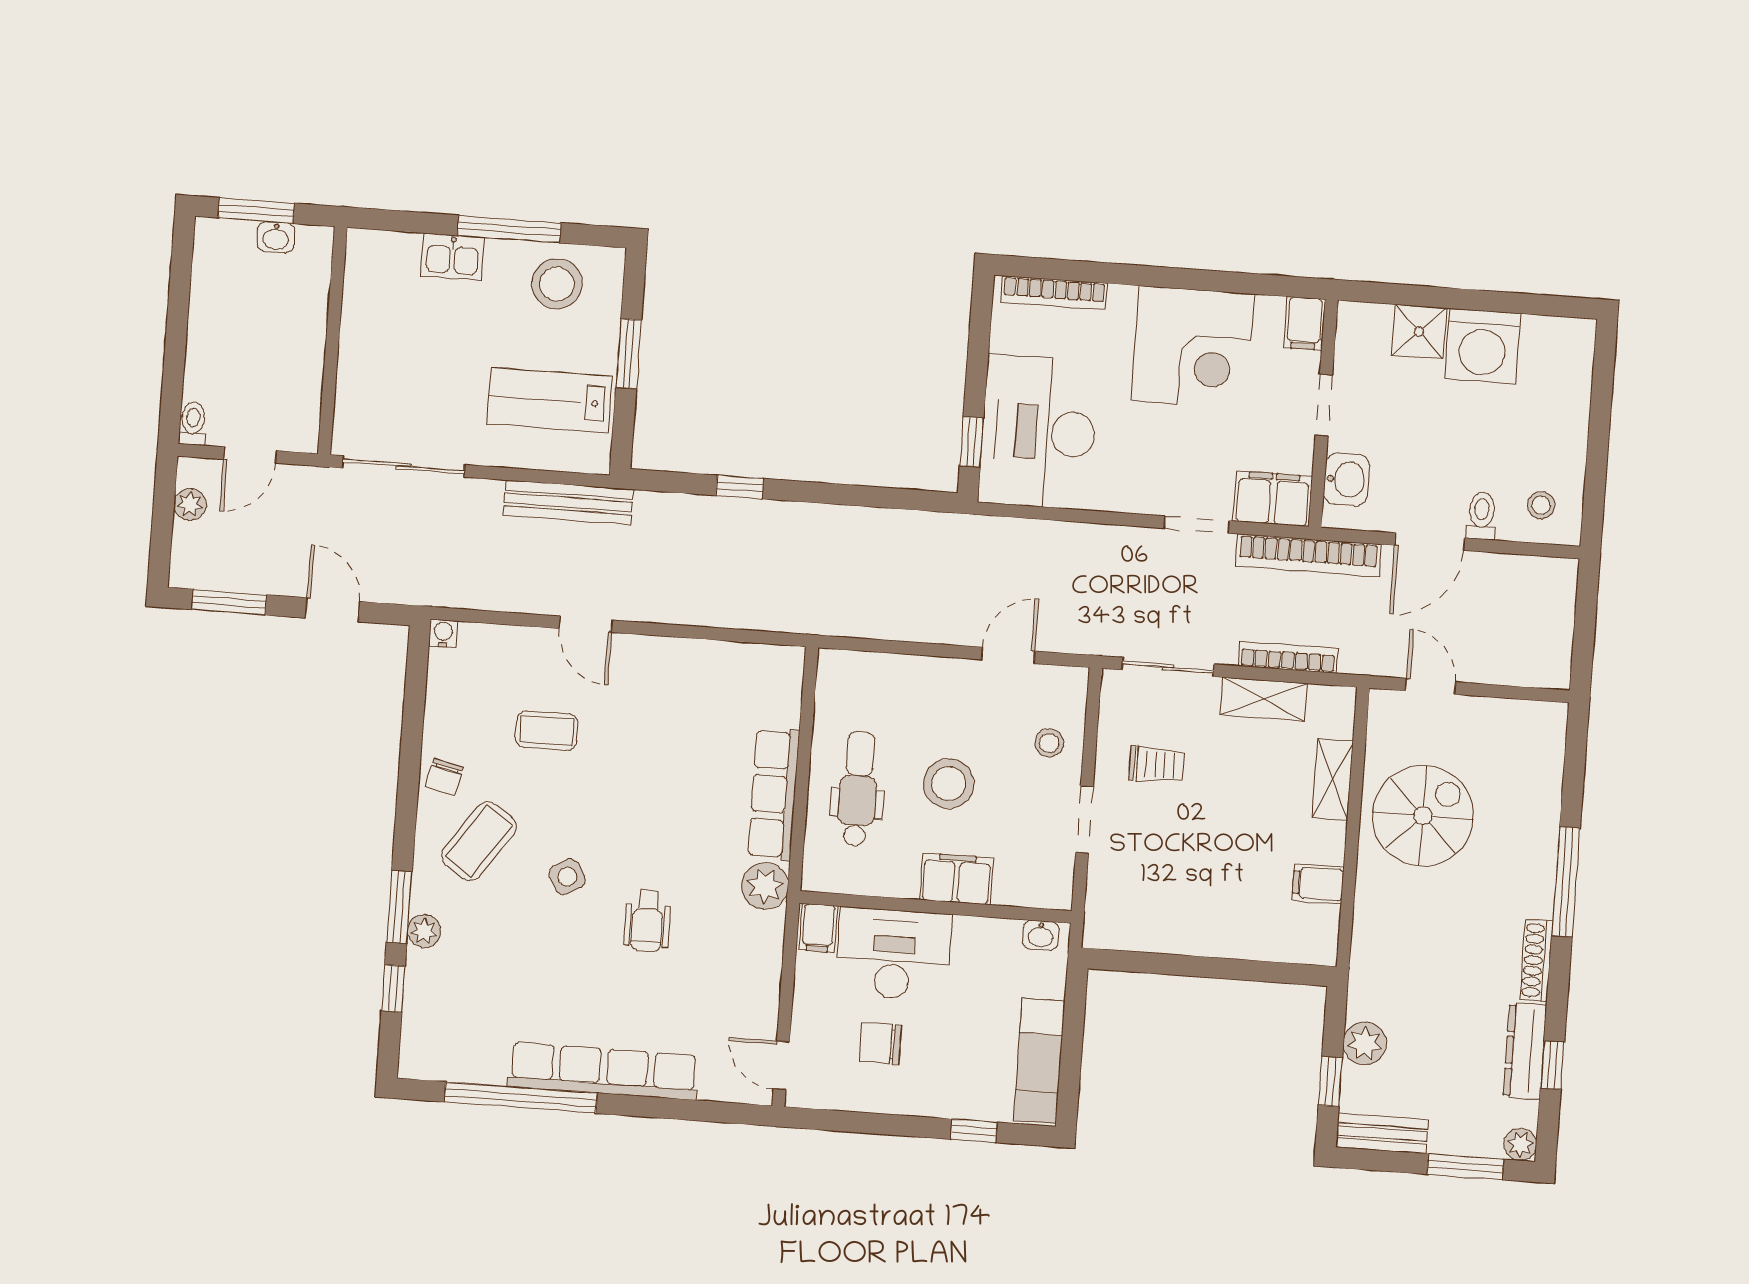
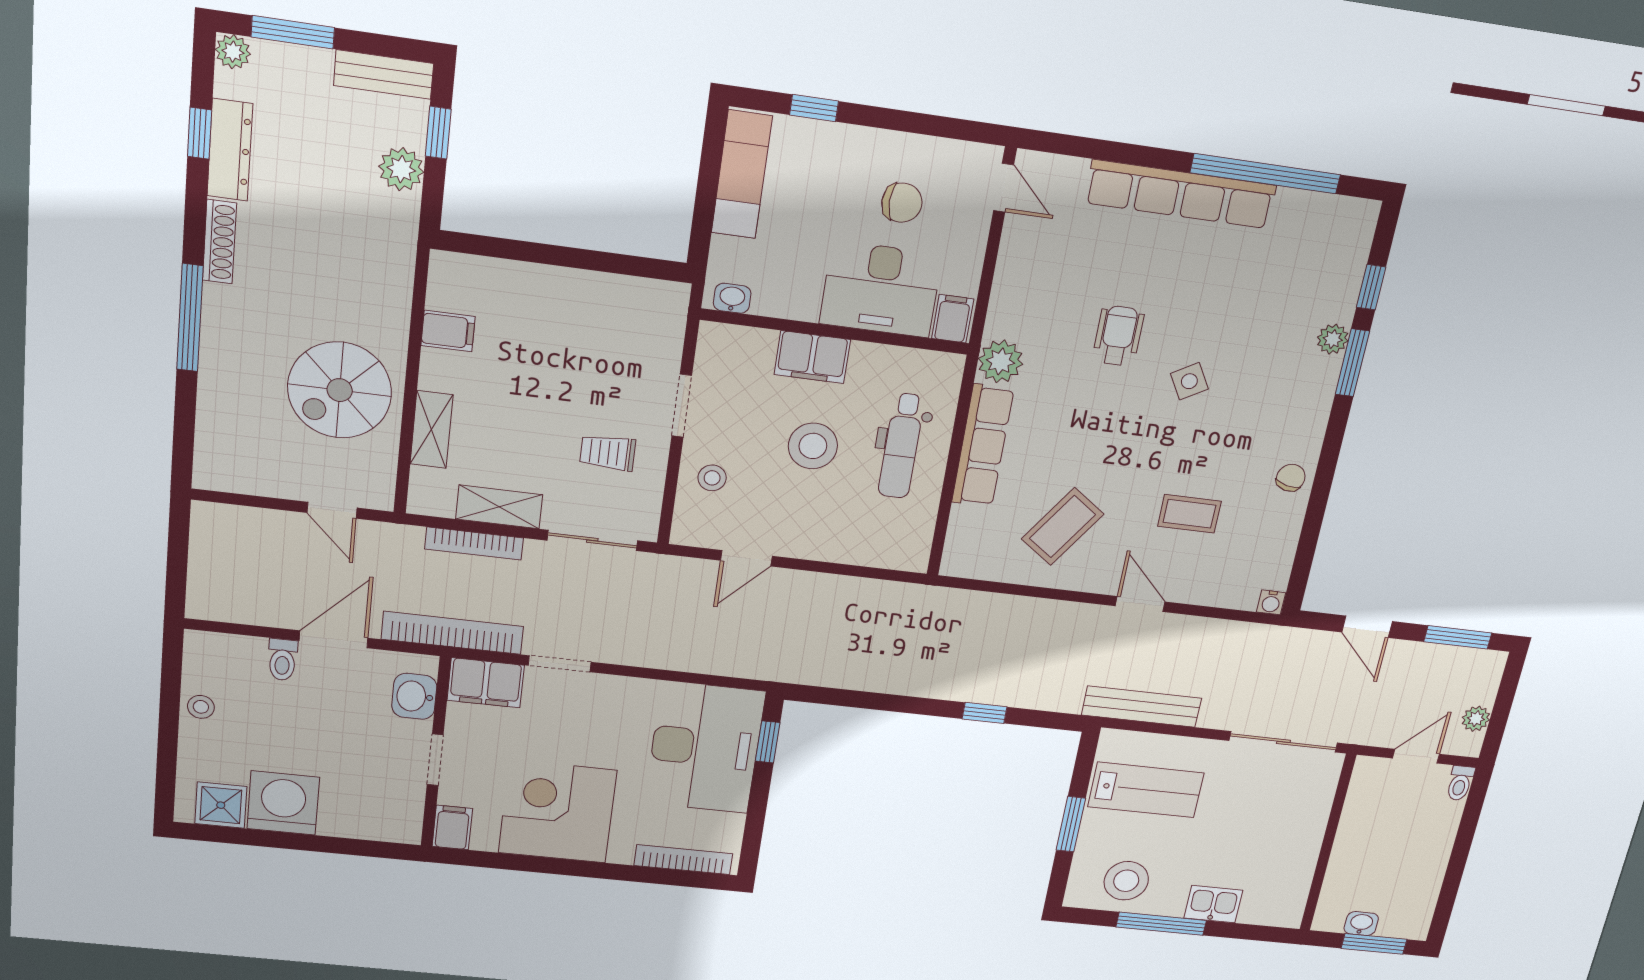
shower: (1419, 332) -> (221, 805), moved
stool: (1541, 505) -> (201, 707), moved
coffee table: (479, 841) -> (1063, 527), moved

